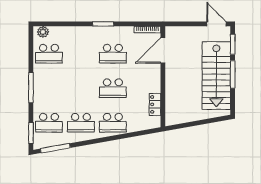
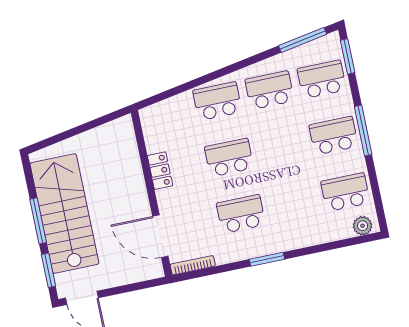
door: (163, 50) -> (160, 236), swing flipped
school desk: (49, 88) -> (334, 136), added
locker: (155, 104) -> (160, 171), moved

